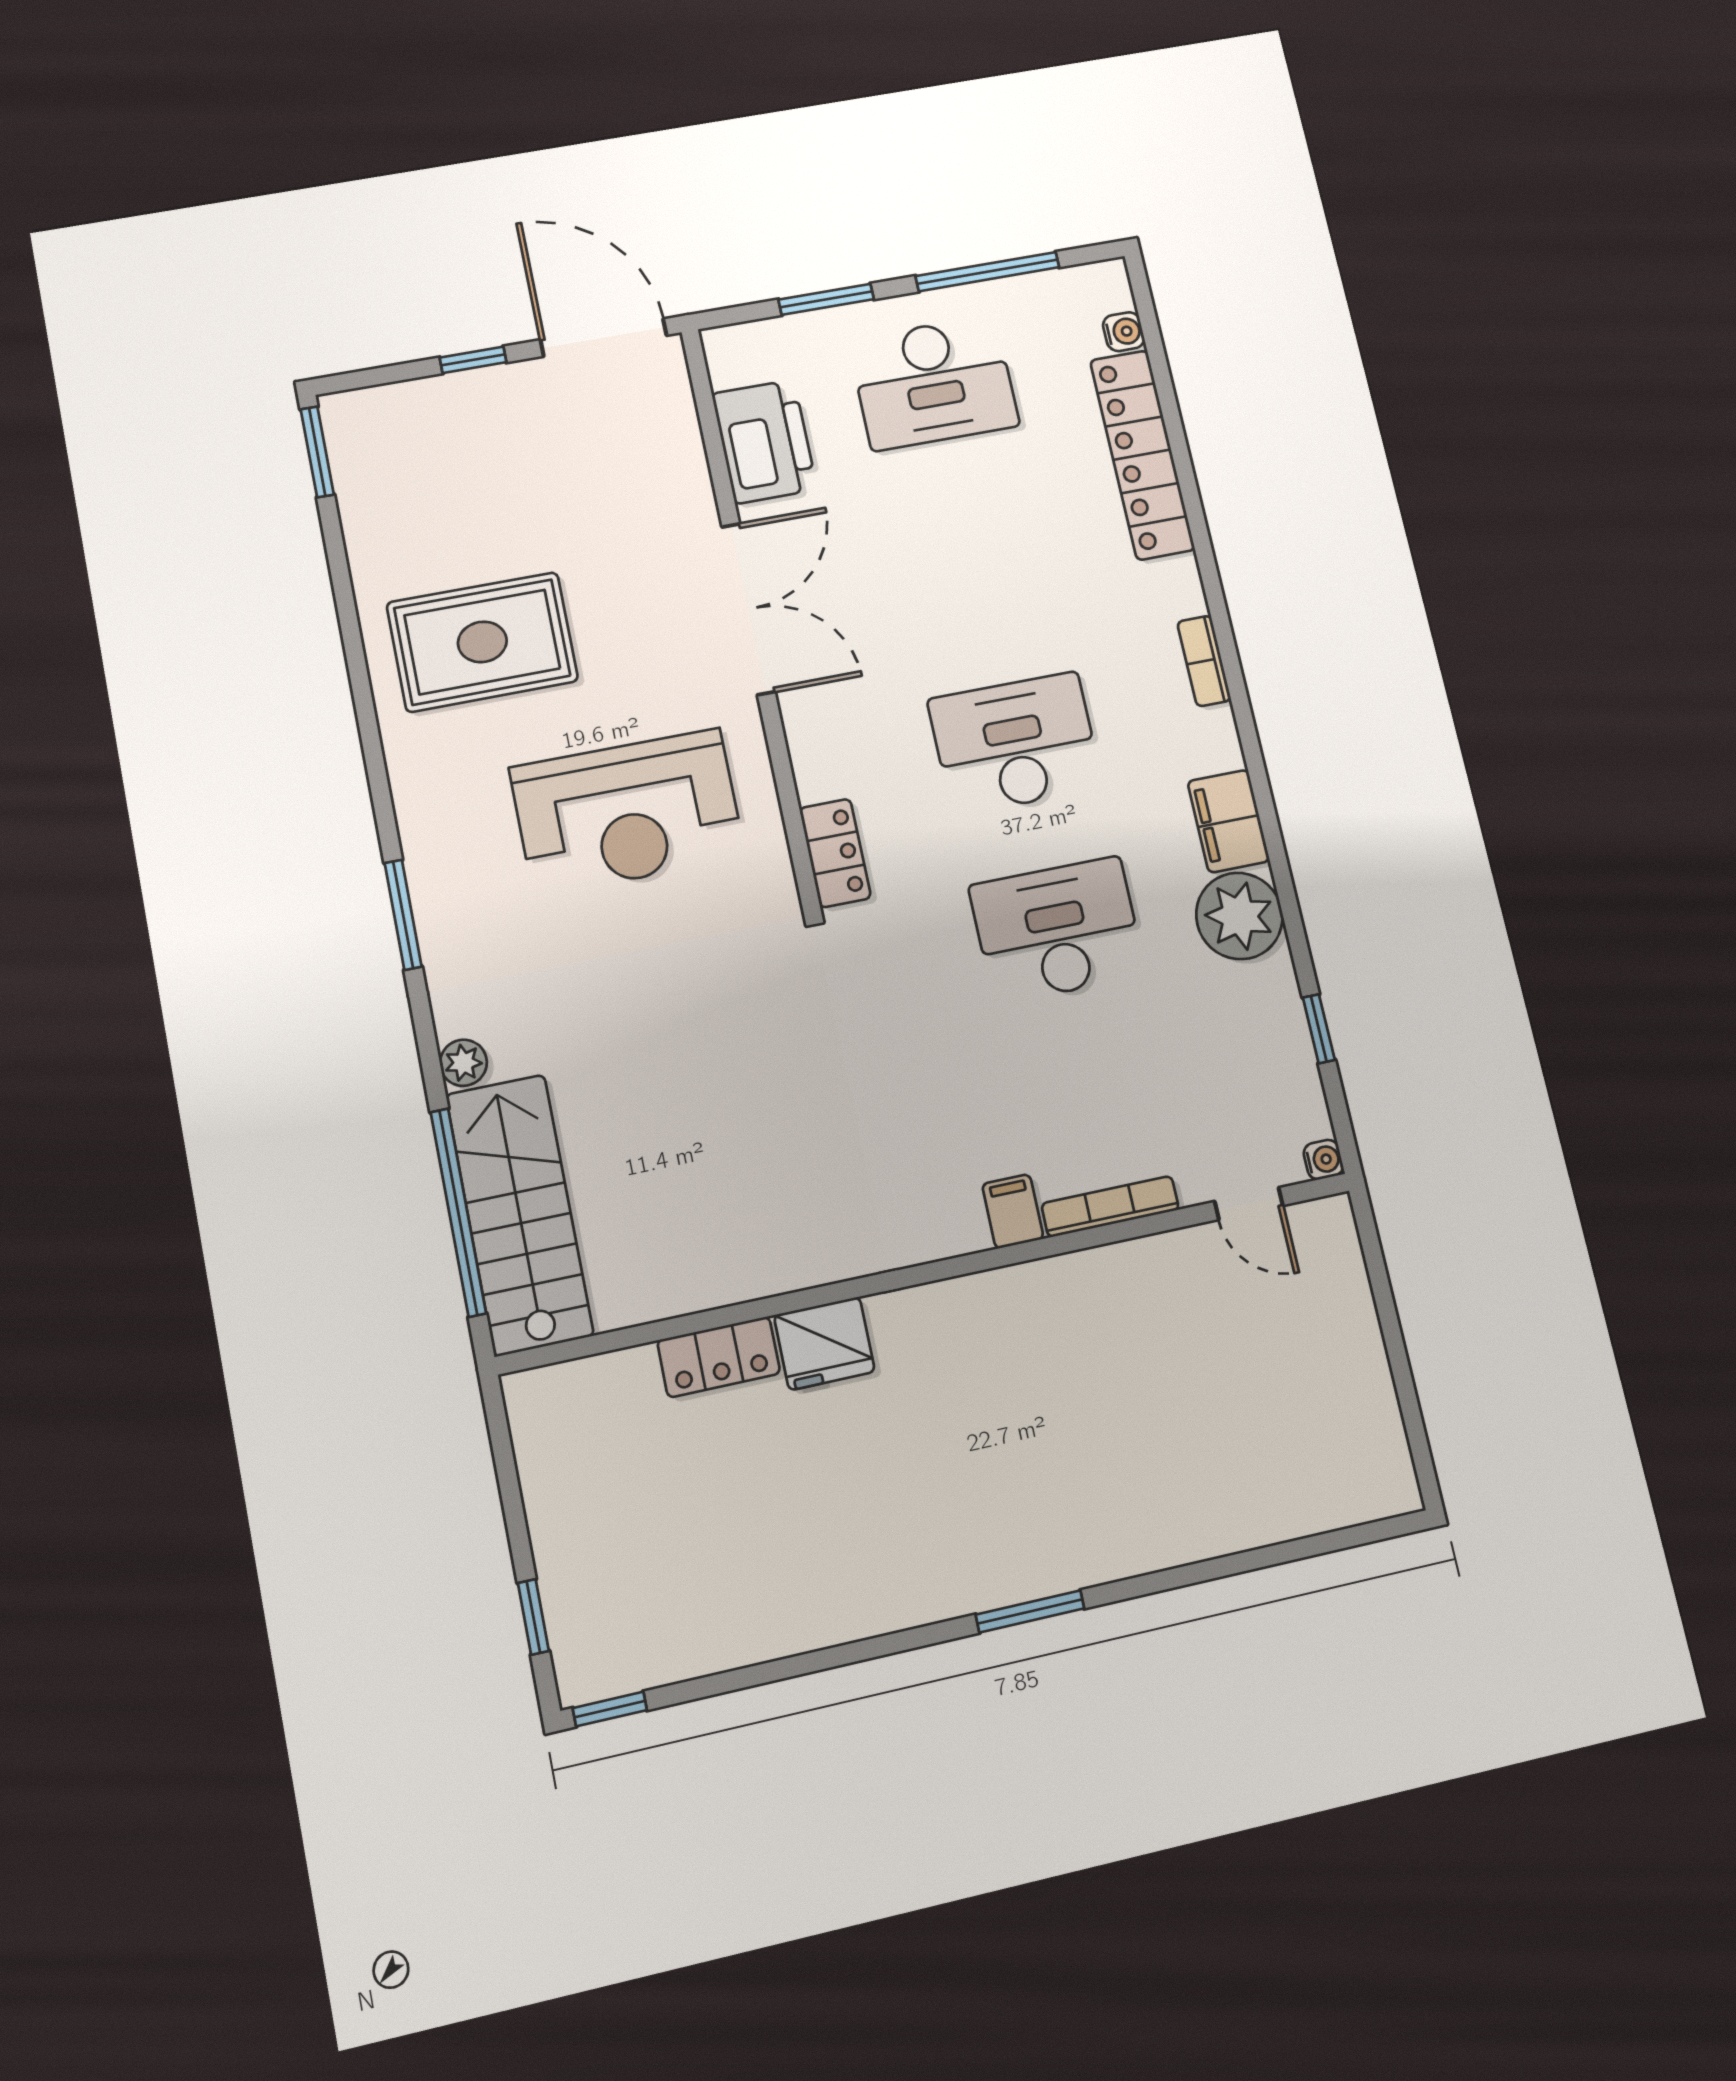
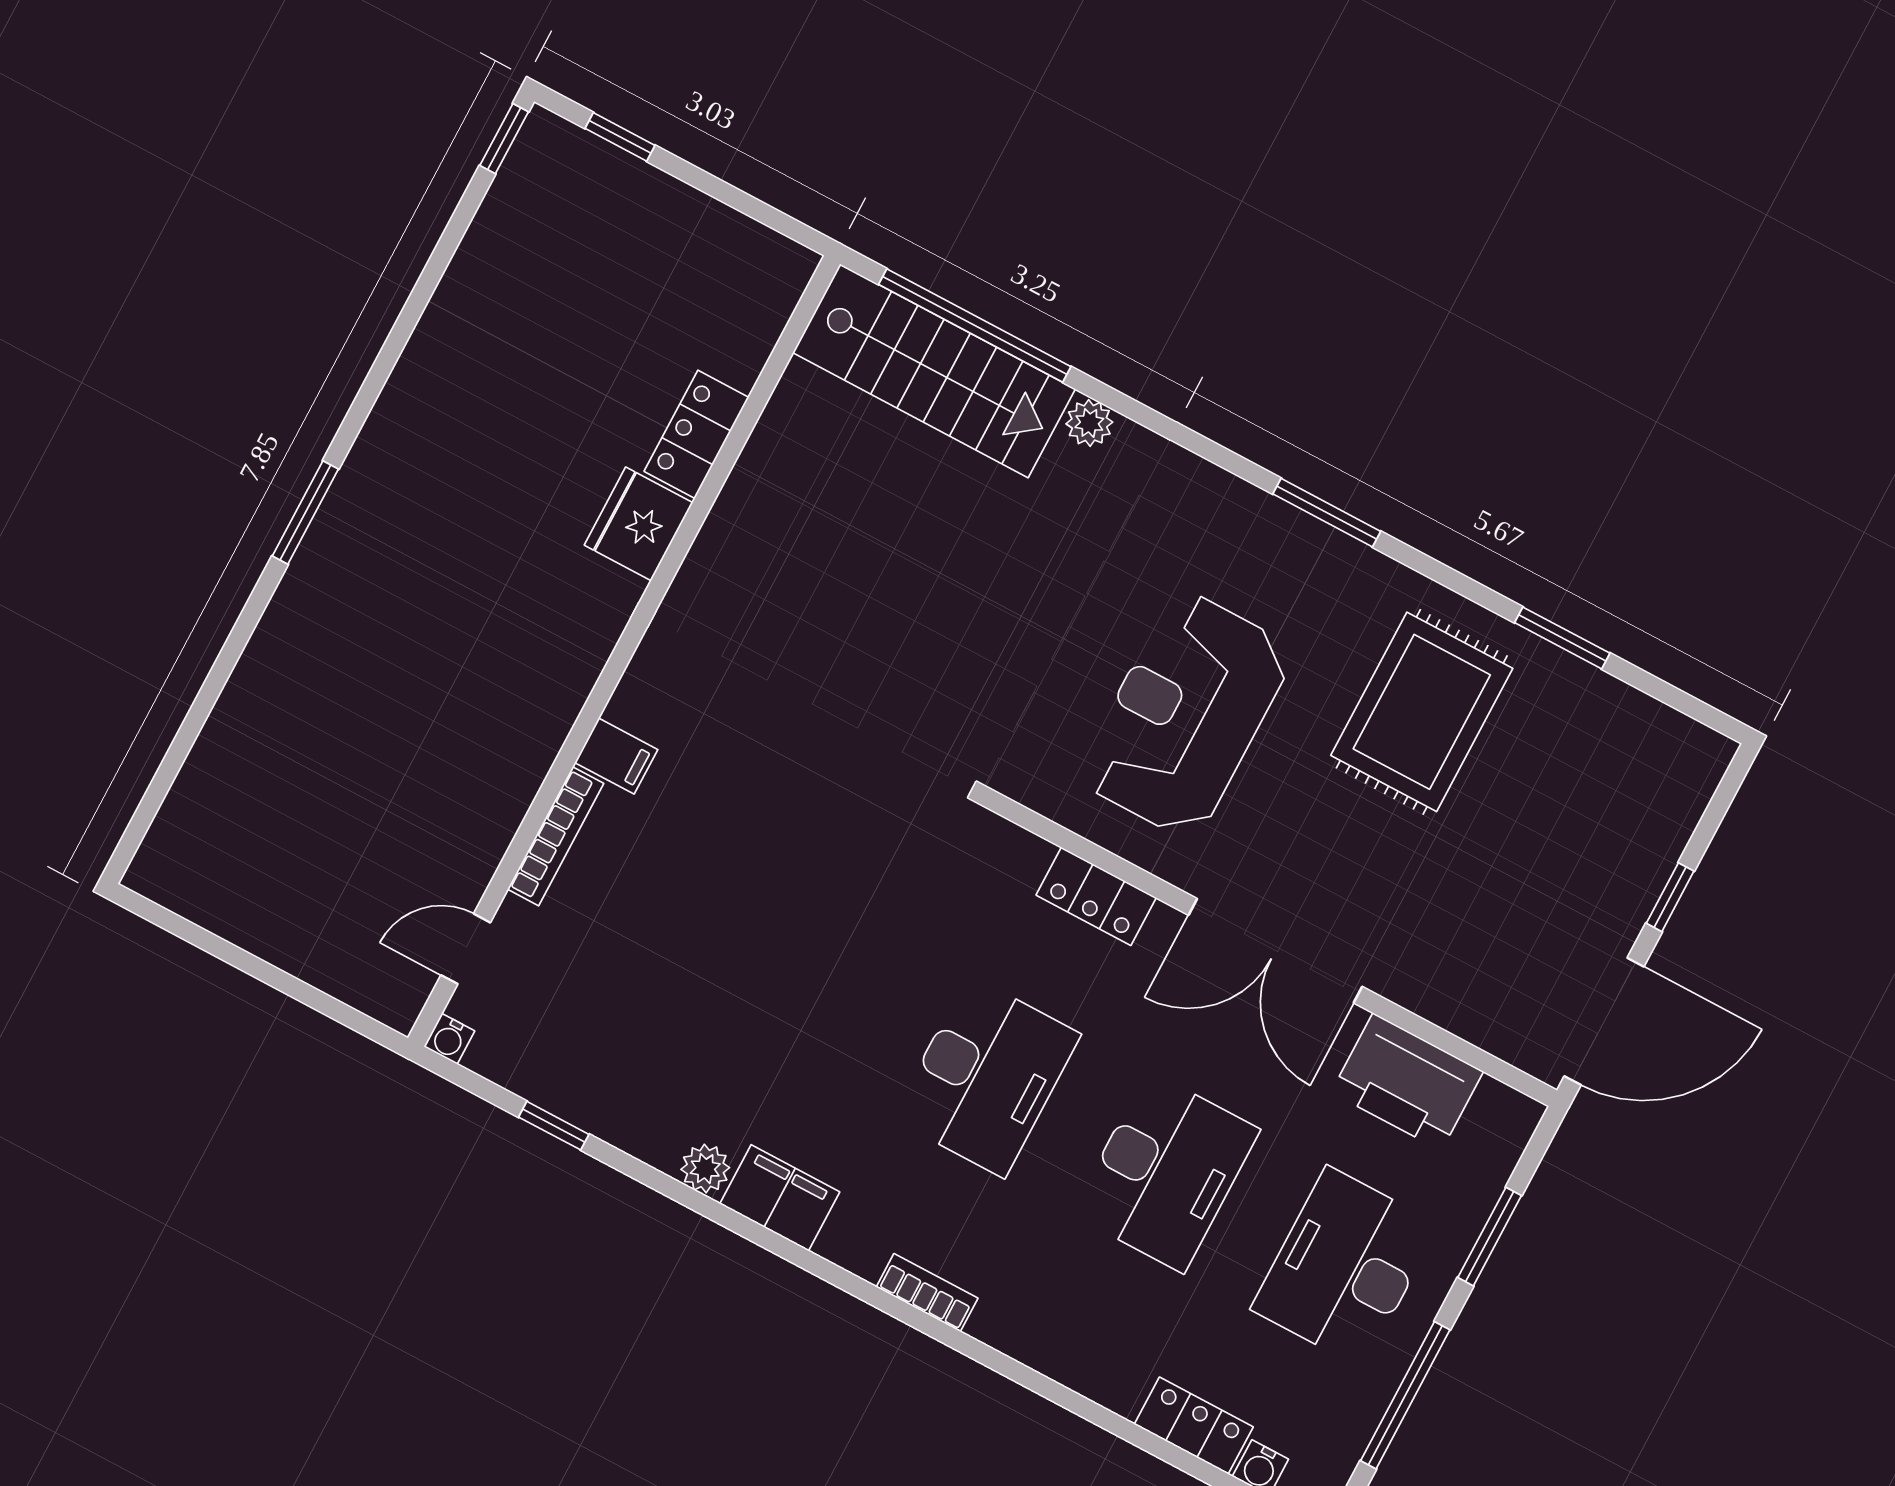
window: (317, 452) -> (1562, 638), moved
locker: (1142, 455) -> (1194, 1426), width x0.46, depth x0.83
locker: (835, 853) -> (1096, 896), moved
window: (403, 915) -> (1327, 513), moved
plant: (1239, 916) -> (705, 1169), width x0.53, depth x0.53
desk: (1057, 930) -> (1166, 1172), moved

